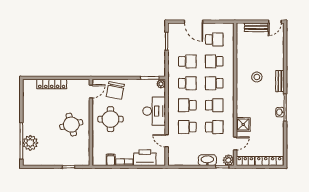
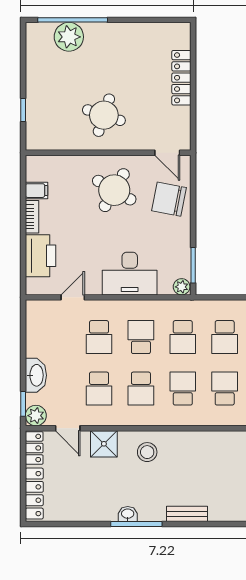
stool: (257, 77) -> (147, 452), moved
round table: (110, 119) -> (114, 190), turned 30
round table: (71, 125) -> (104, 115), turned 32
school desk: (187, 127) -> (99, 337), turned 180

